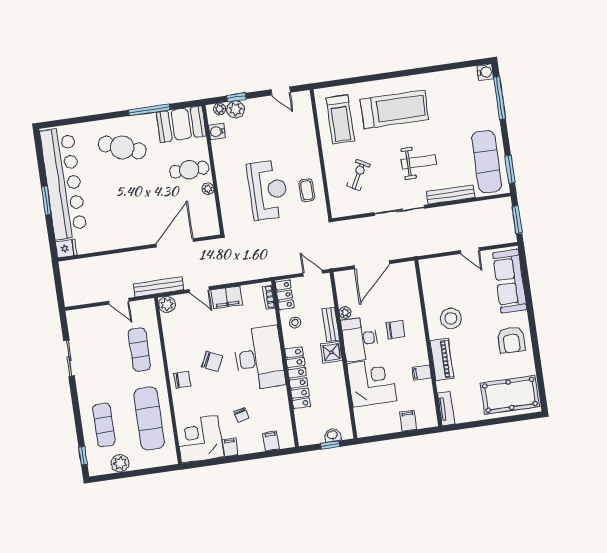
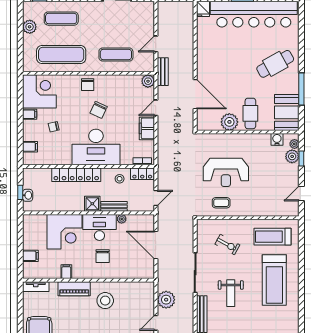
cafe table: (122, 147) -> (275, 64), turned 41
plant: (208, 189) -> (229, 122), width x1.87, depth x1.87
plant: (439, 242) -> (166, 300), added
bench: (159, 287) -> (163, 72), width x0.73

